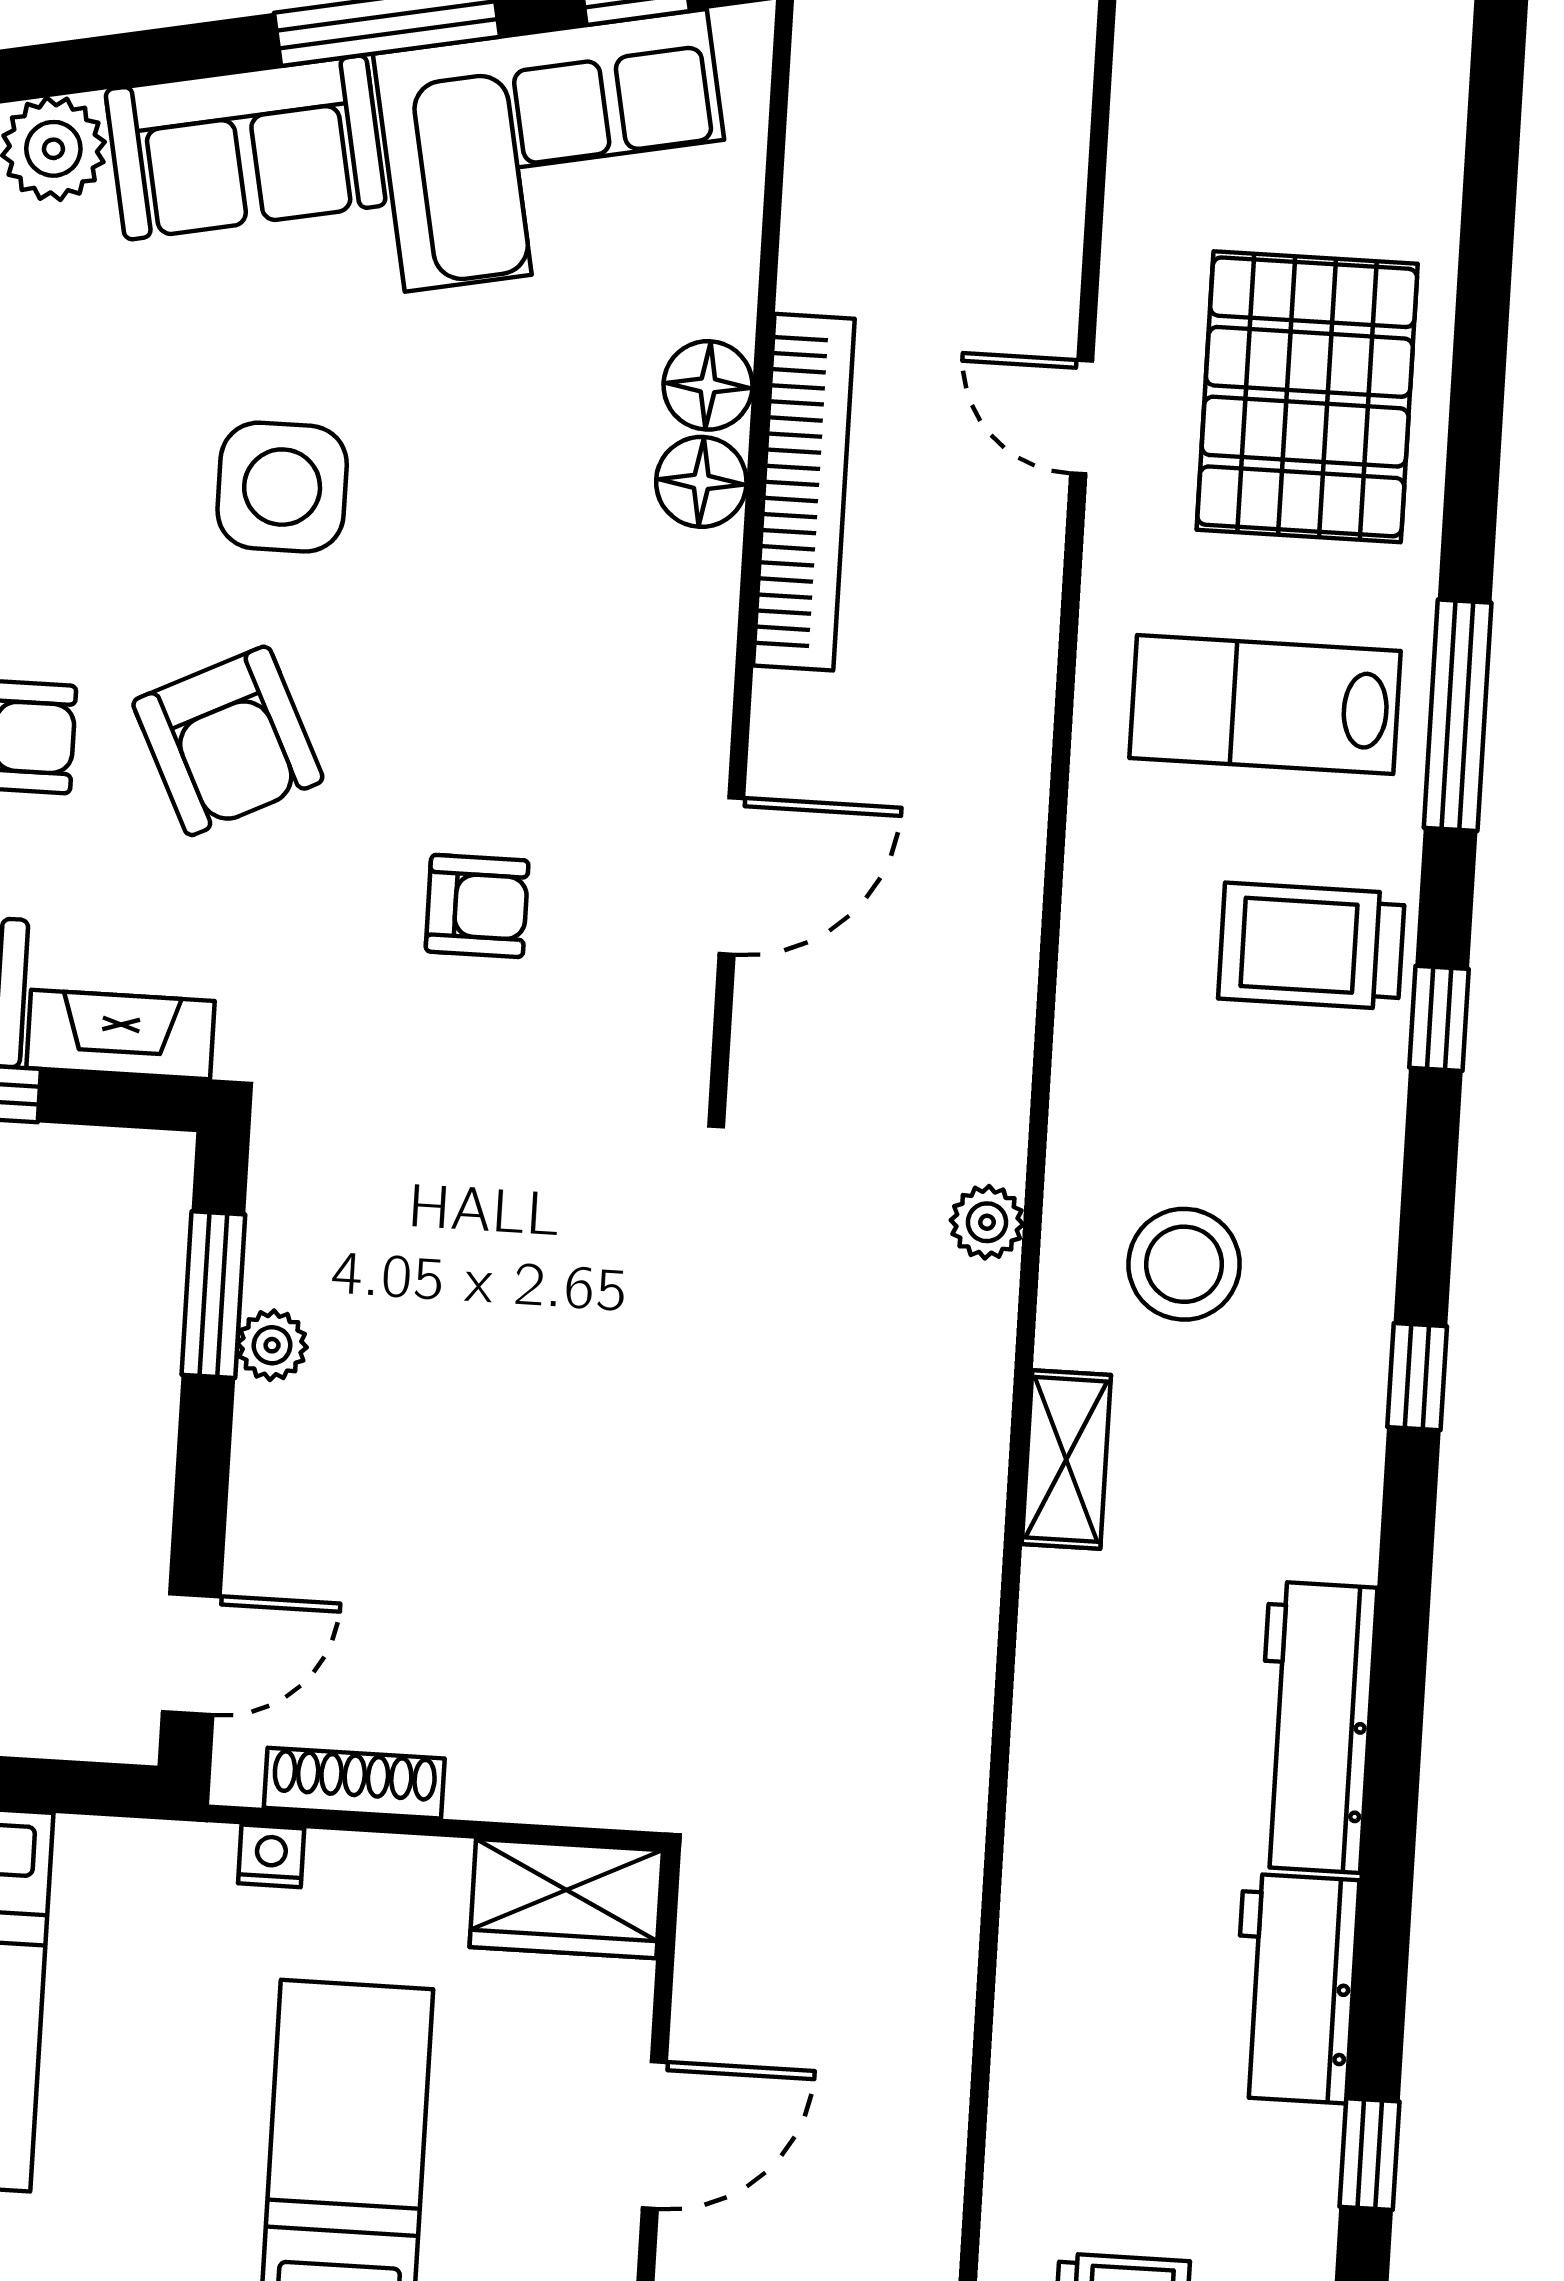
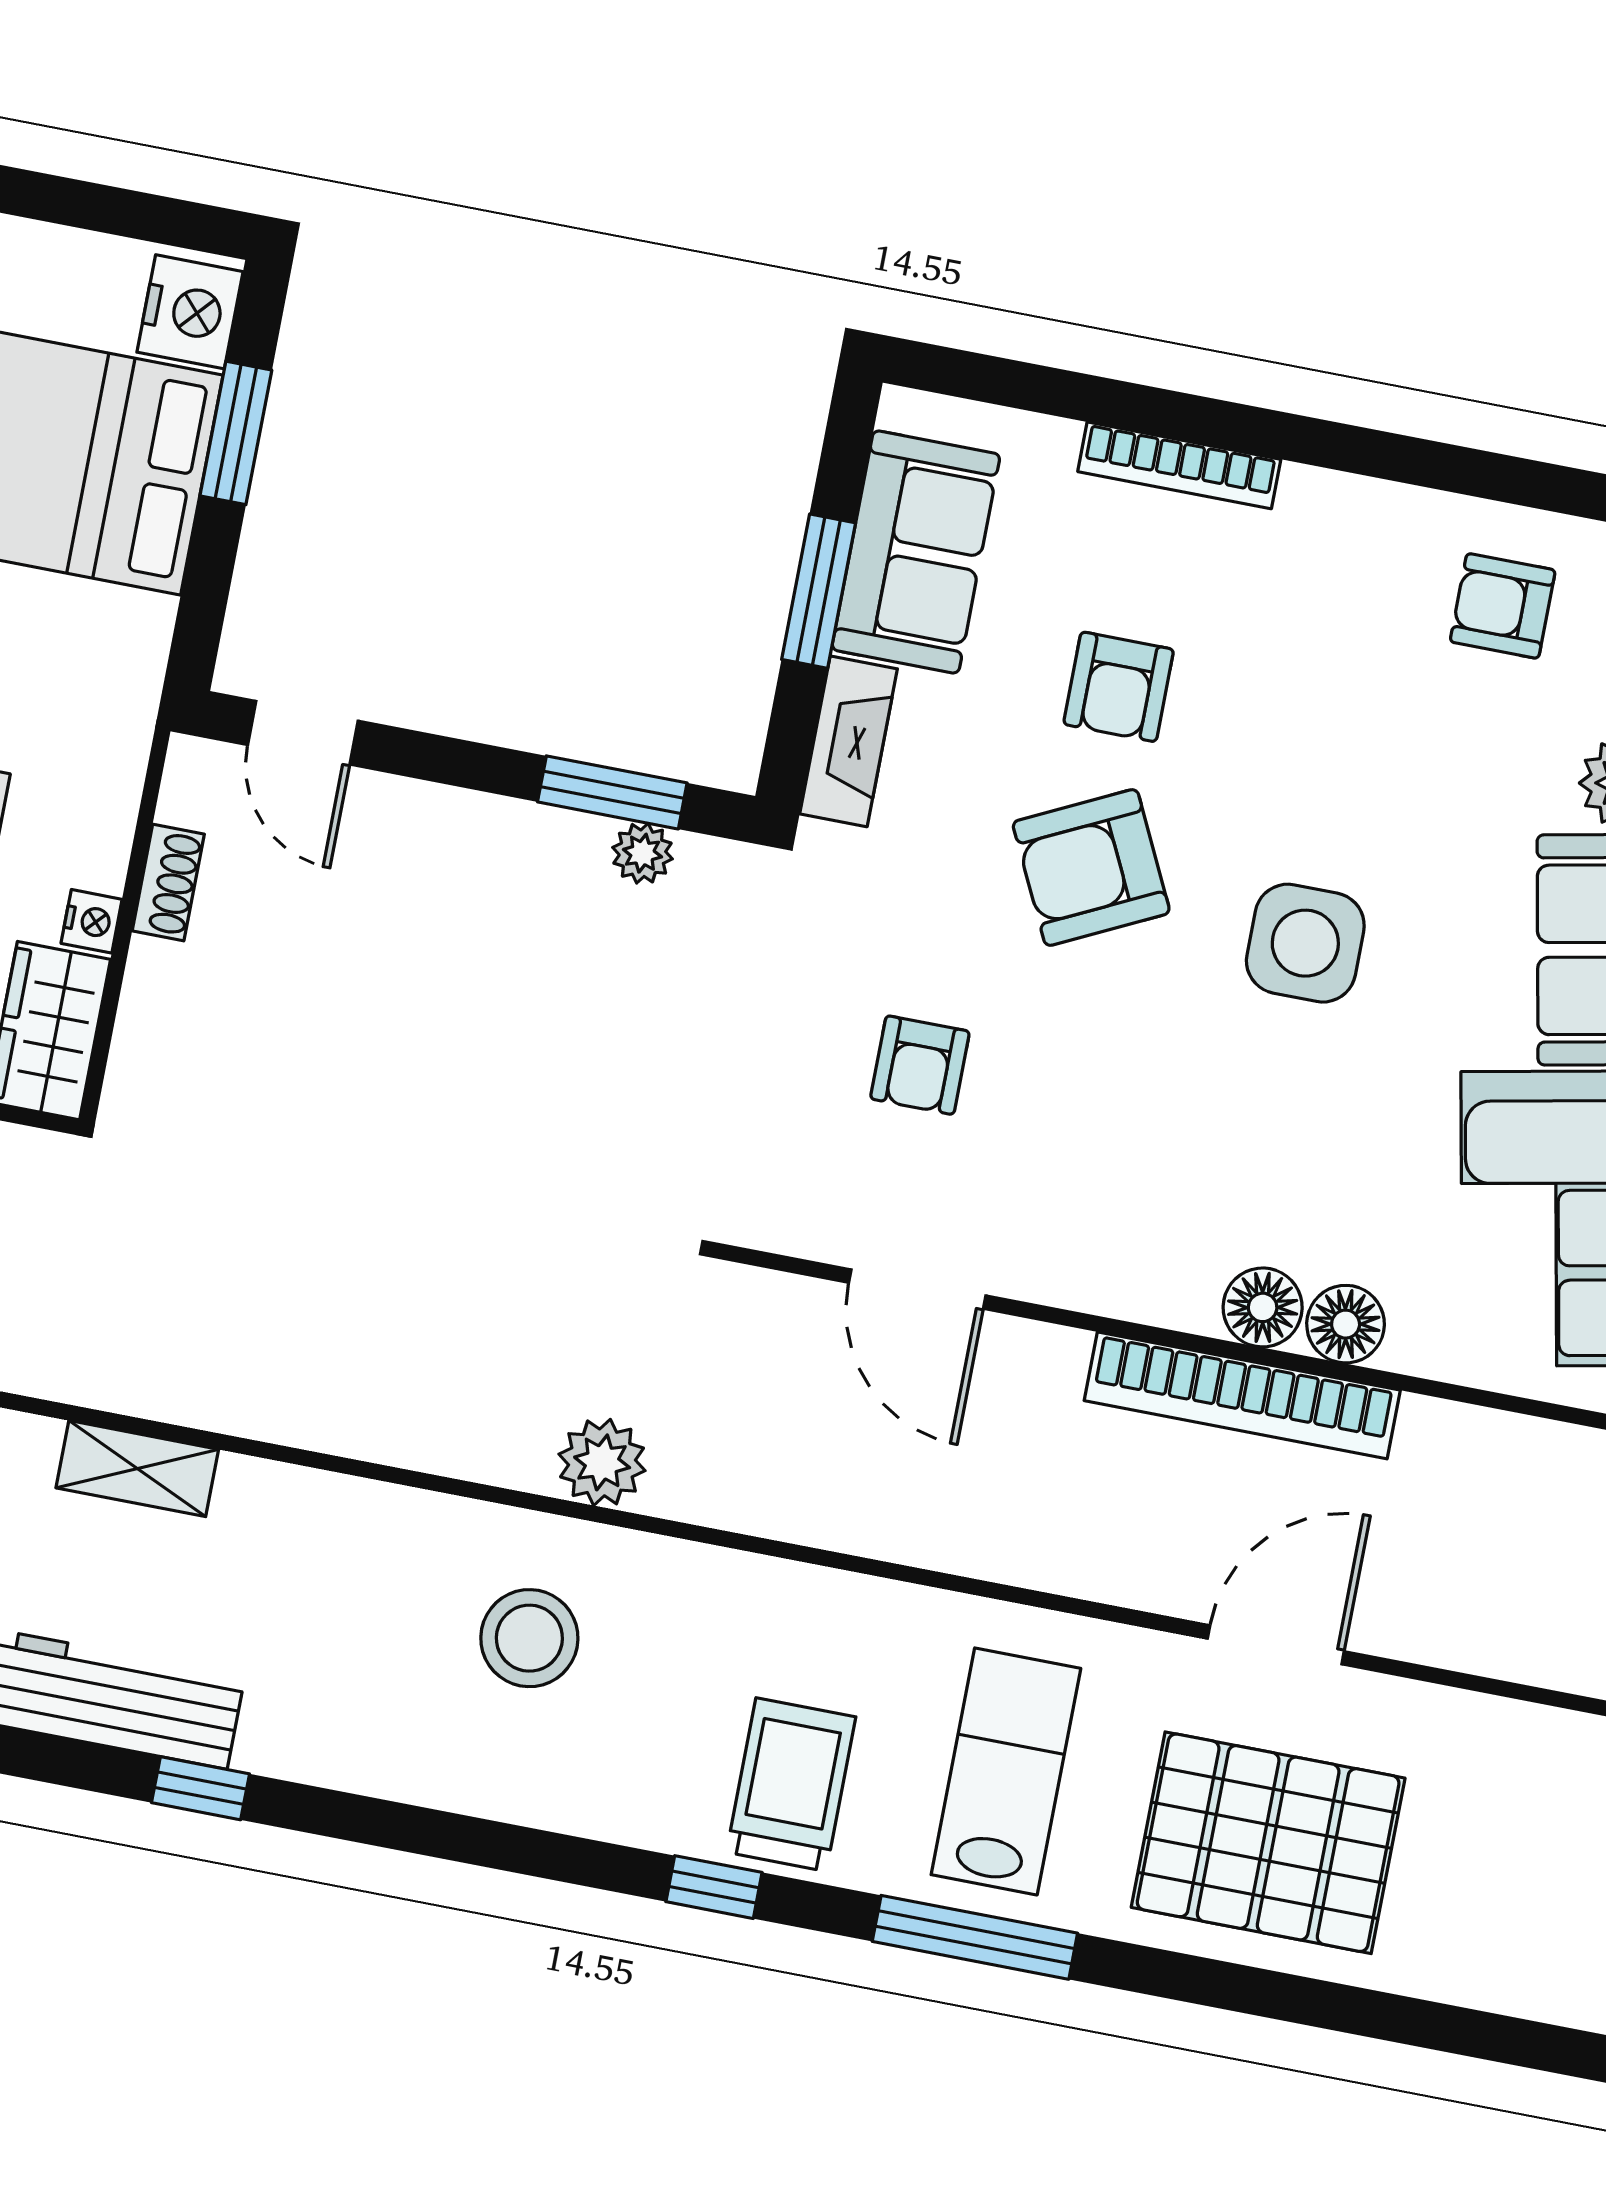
door: (1082, 417) -> (1276, 1645), width x1.38
plant: (987, 1222) -> (602, 1462), width x1.38, depth x1.38
plant: (272, 1345) -> (642, 853), moved
window: (1417, 1377) -> (201, 1788), moved
shelving: (1066, 1459) -> (137, 1469), moved
shoe rack: (354, 1783) -> (168, 883), width x0.70
nightstand: (271, 1856) -> (92, 921), moved

